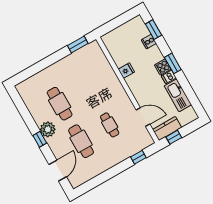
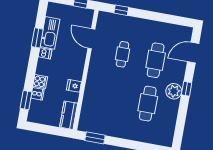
window: (173, 63) -> (37, 38), moved
cooker: (163, 67) -> (40, 82), moved
kitchen counter: (167, 129) -> (69, 115), moved, turned 90

